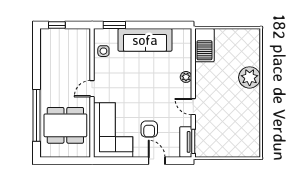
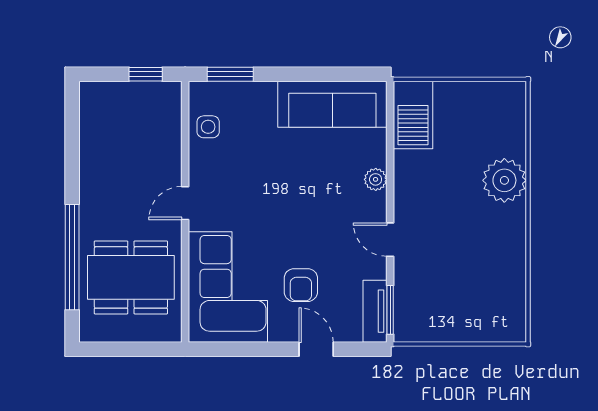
window: (57, 25) -> (146, 74), moved
sofa: (145, 40) -> (332, 104), moved

